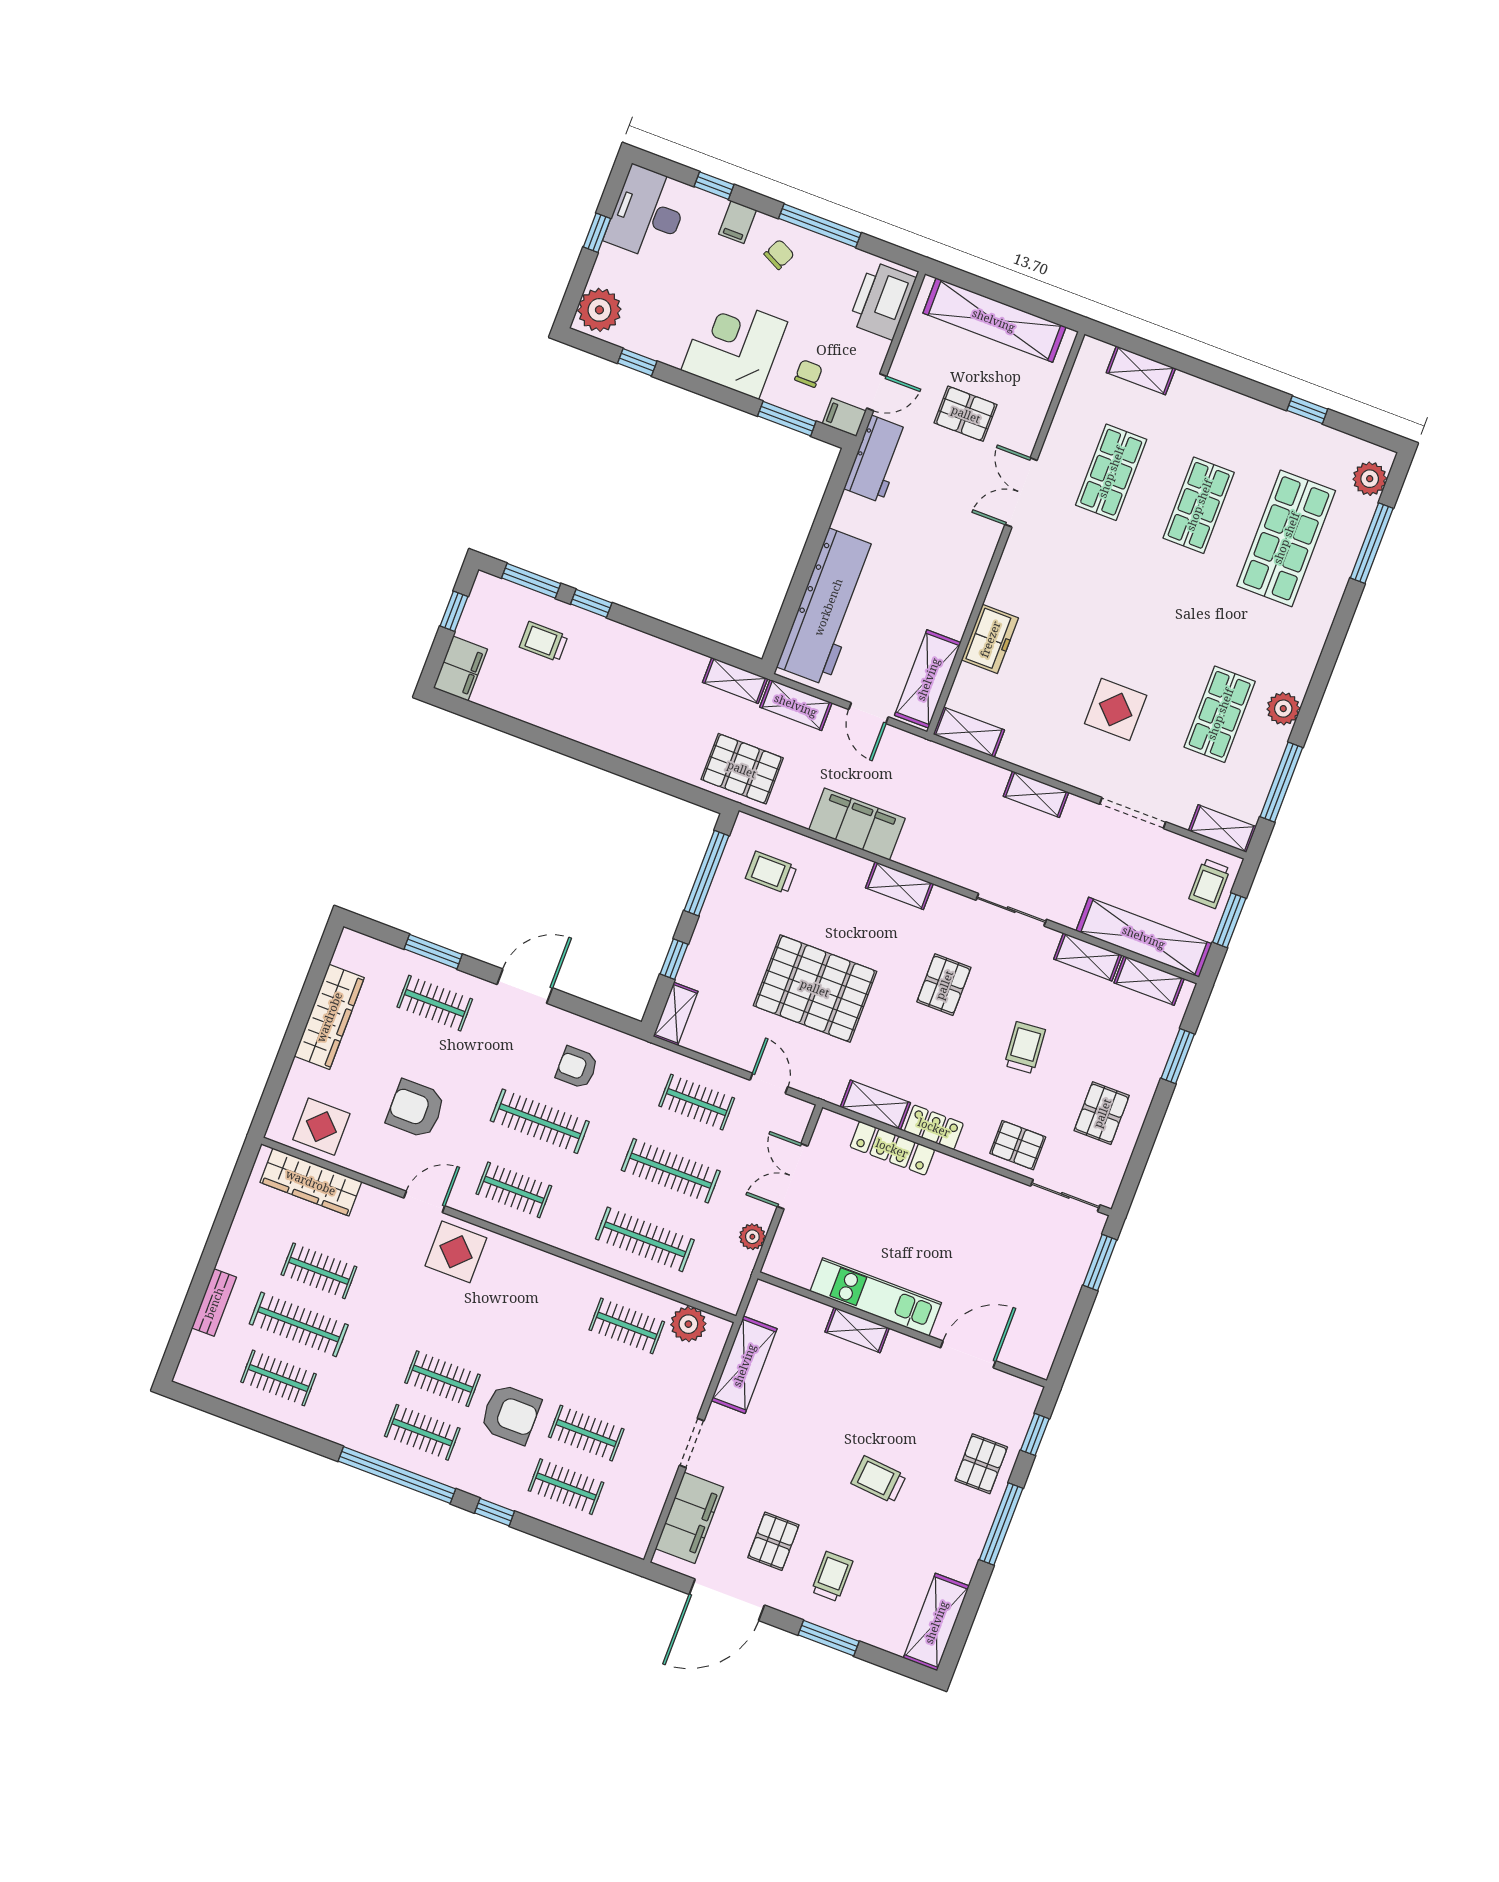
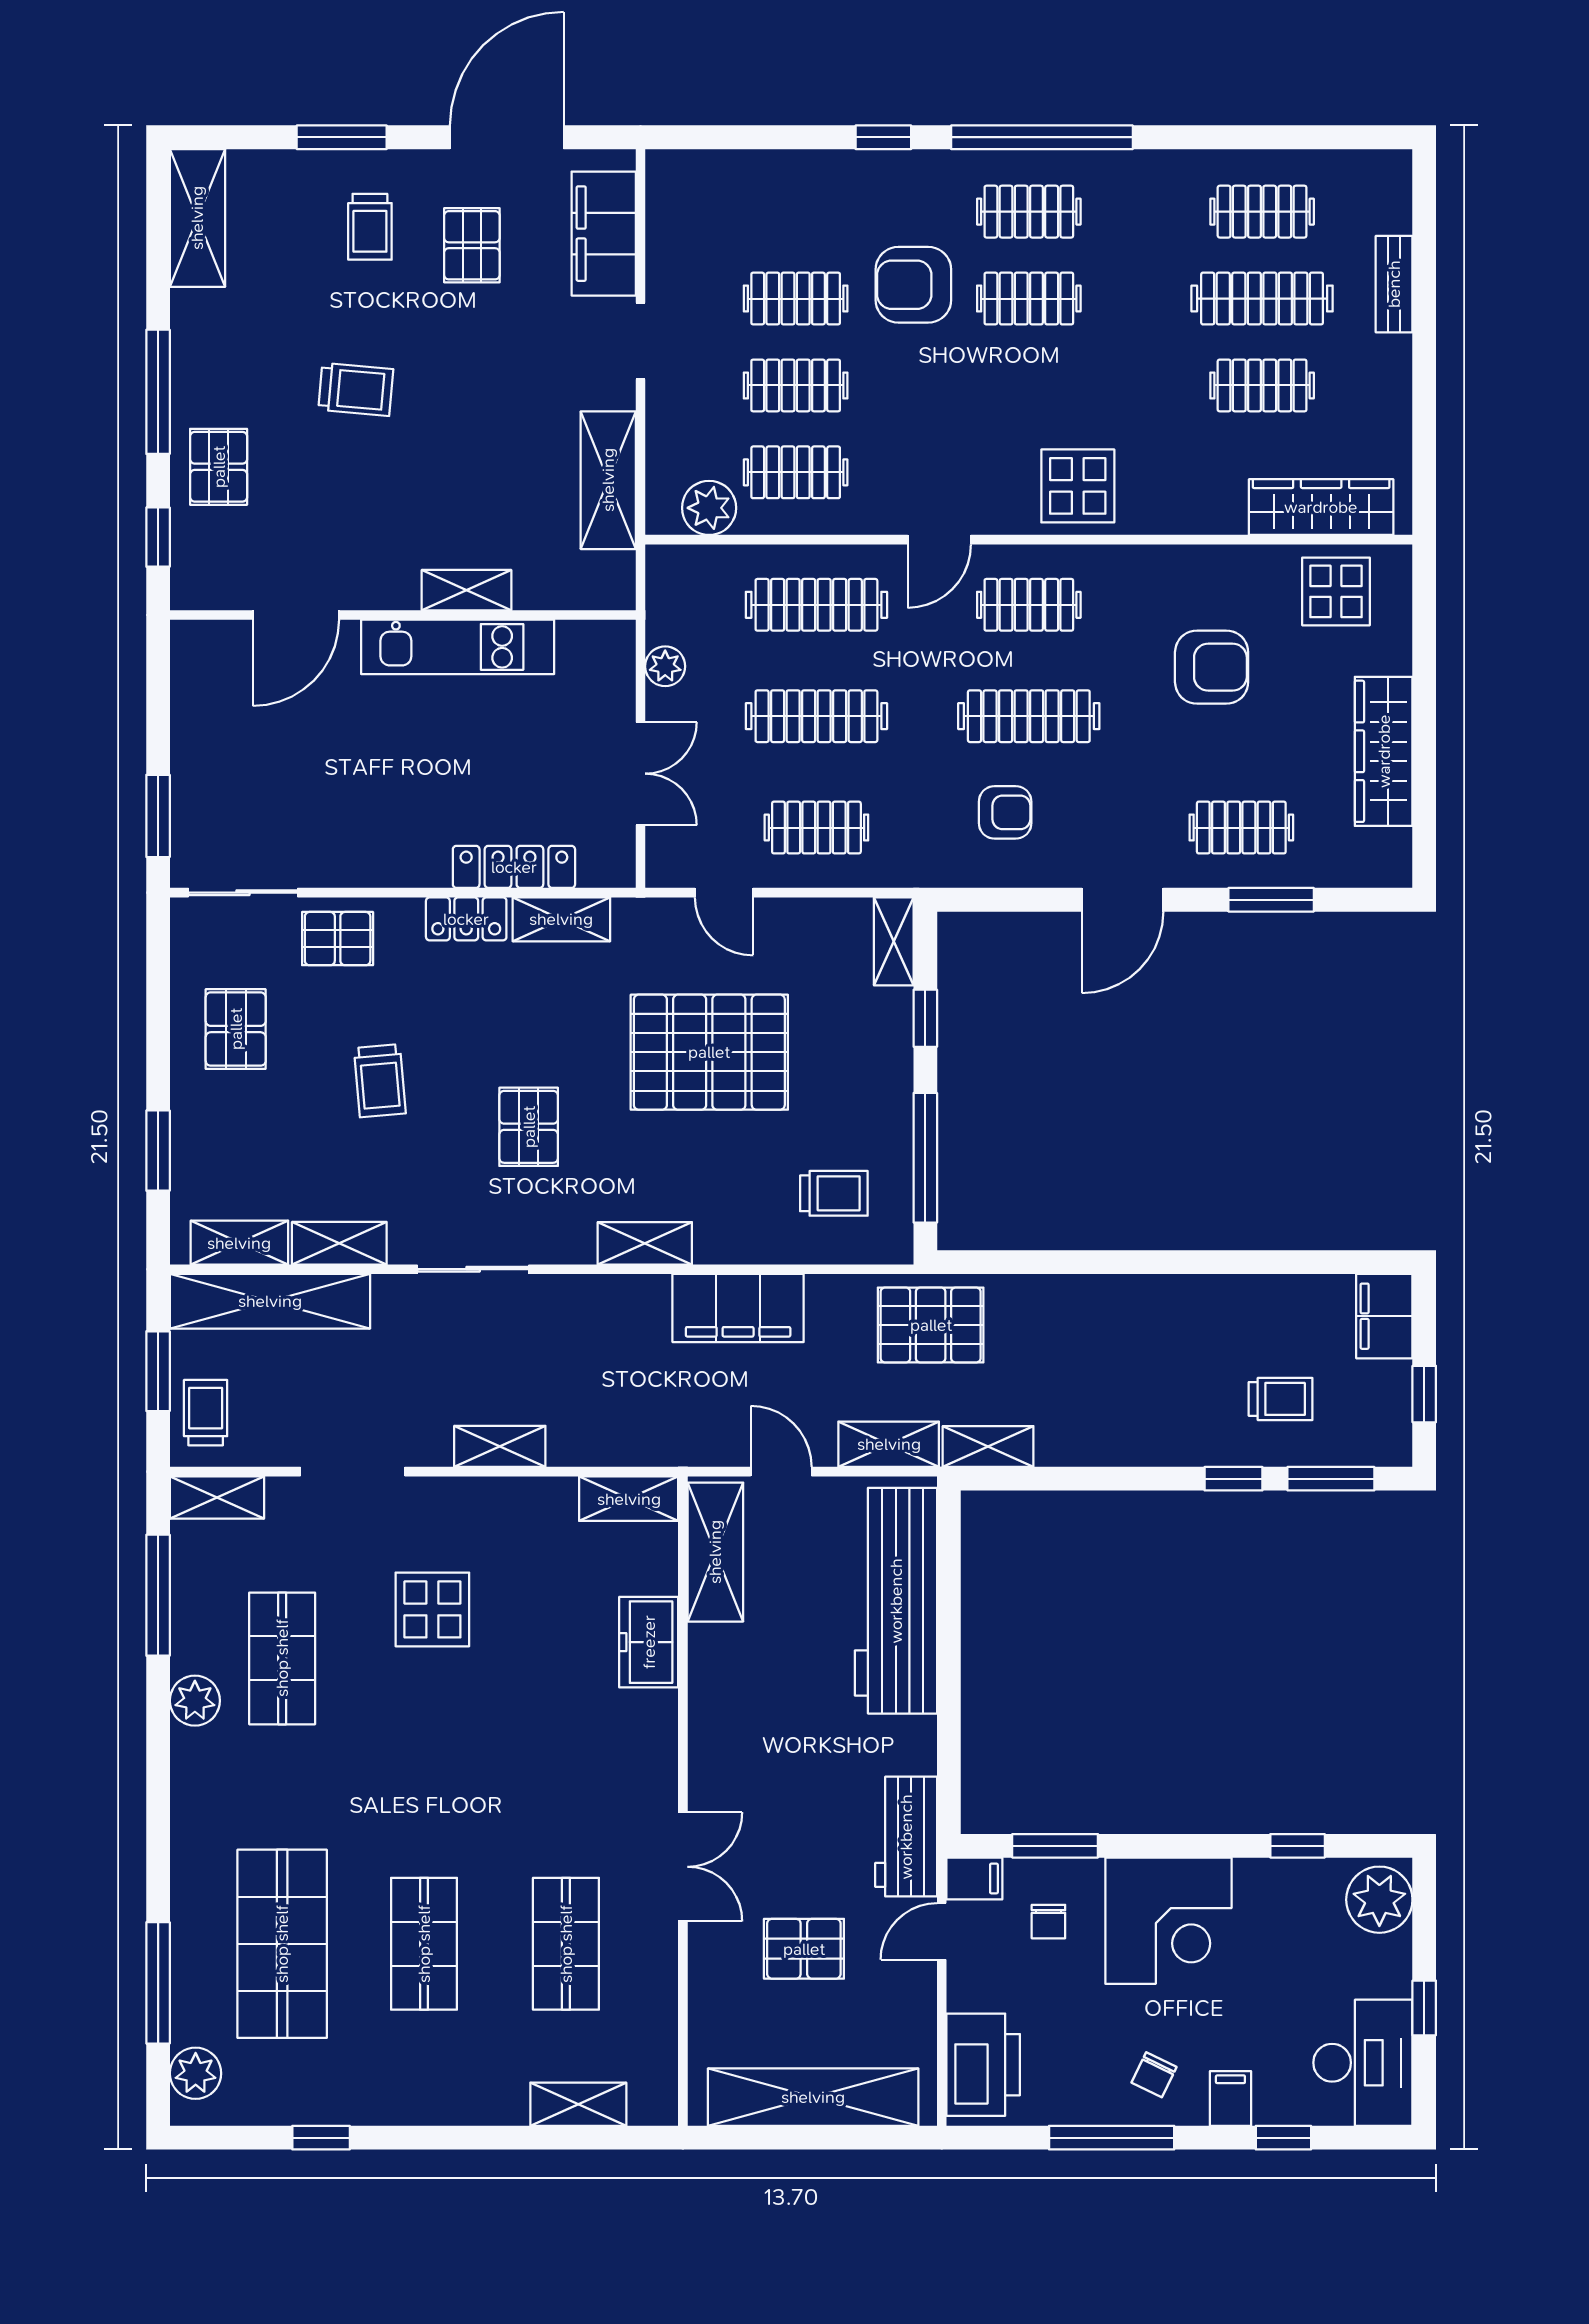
door: (424, 1202) -> (939, 540), moved
clothes rail: (566, 1487) -> (796, 385), moved

